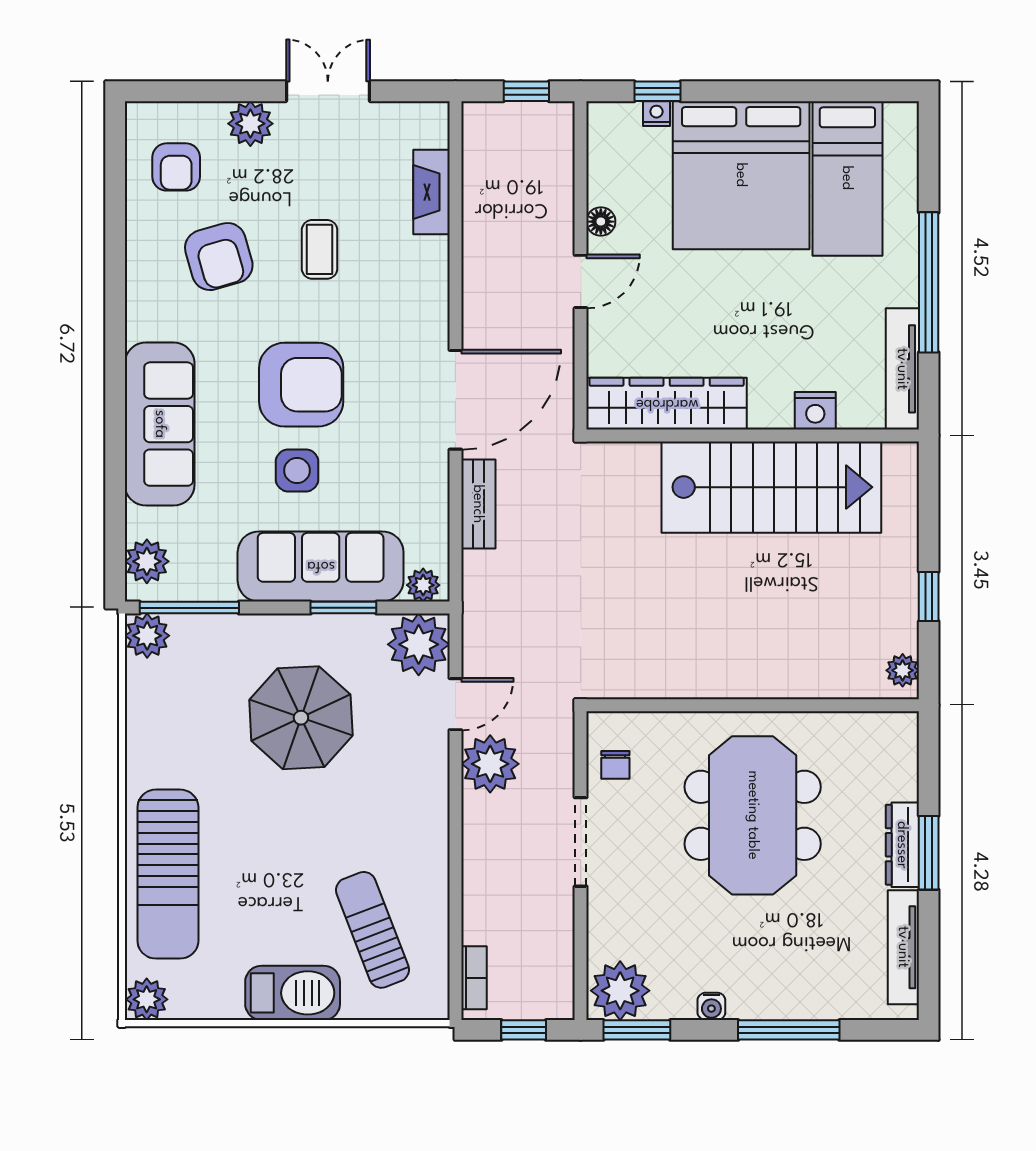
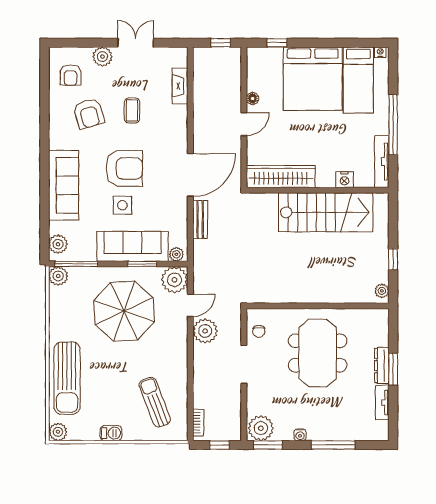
nightstand: (656, 114) -> (380, 52), moved
parasol: (301, 718) -> (124, 311), width x1.36, depth x1.36
tv unit: (903, 947) -> (382, 402), width x0.71
barbecue: (293, 993) -> (111, 433), width x0.53, depth x0.65

